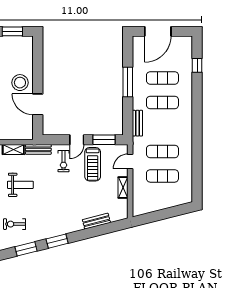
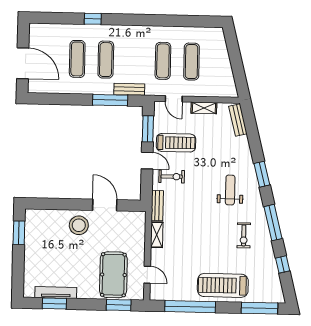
window: (197, 65) -> (93, 19), moved
window: (128, 82) -> (110, 100), moved
door: (38, 104) -> (105, 205), swing flipped
weight bench: (20, 185) -> (230, 190), moved
bench: (96, 221) -> (238, 120), moved
window: (57, 241) -> (262, 174), moved
window: (26, 249) -> (273, 223), width x1.44

